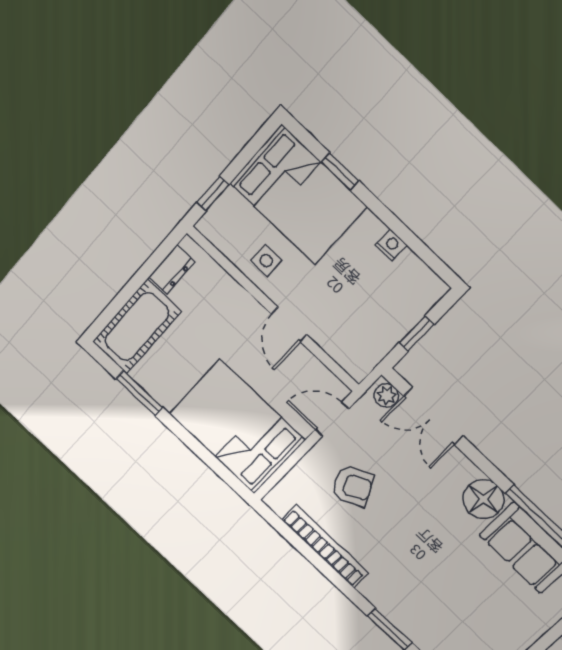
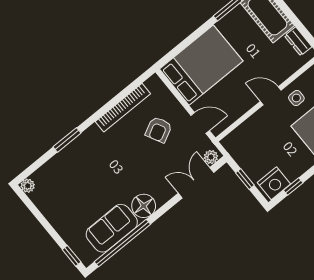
nightstand: (391, 245) -> (274, 183), moved, width x1.89, depth x1.79
window: (419, 248) -> (293, 187), added
door: (289, 324) -> (271, 96), moved
door: (332, 419) -> (200, 123), hinge flipped

